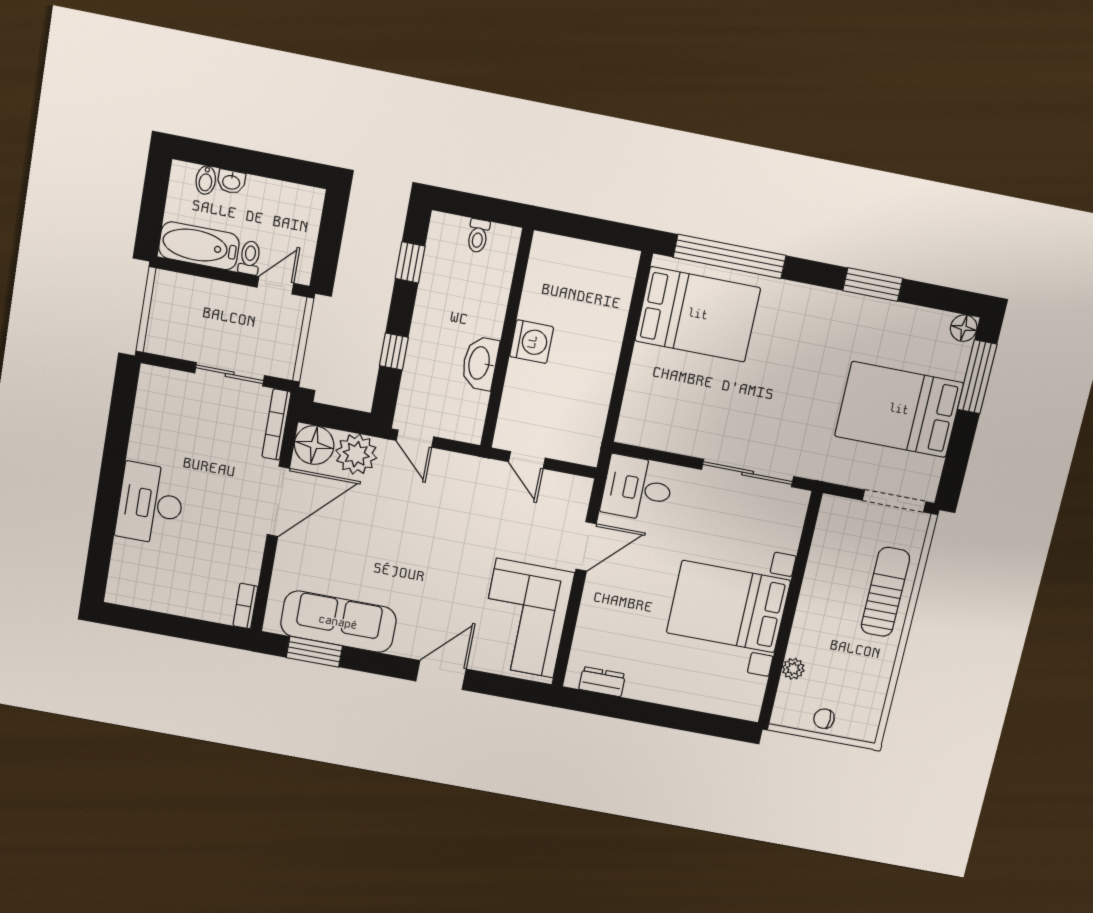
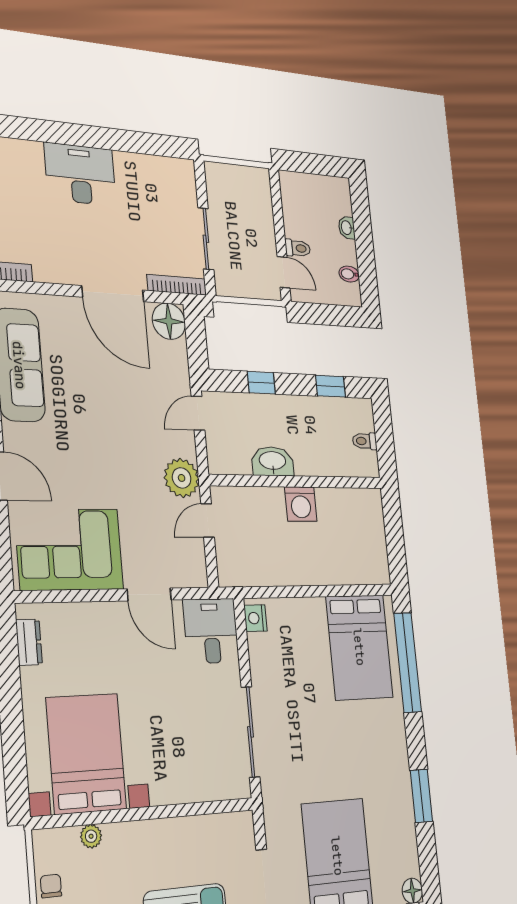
bidet: (206, 180) -> (349, 274), moved
bathtub: (199, 246) -> (295, 204), removed
nightstand: (637, 433) -> (255, 618), added
plant: (356, 454) -> (182, 478), moved
bed with nightstands: (728, 607) -> (86, 753), moved

